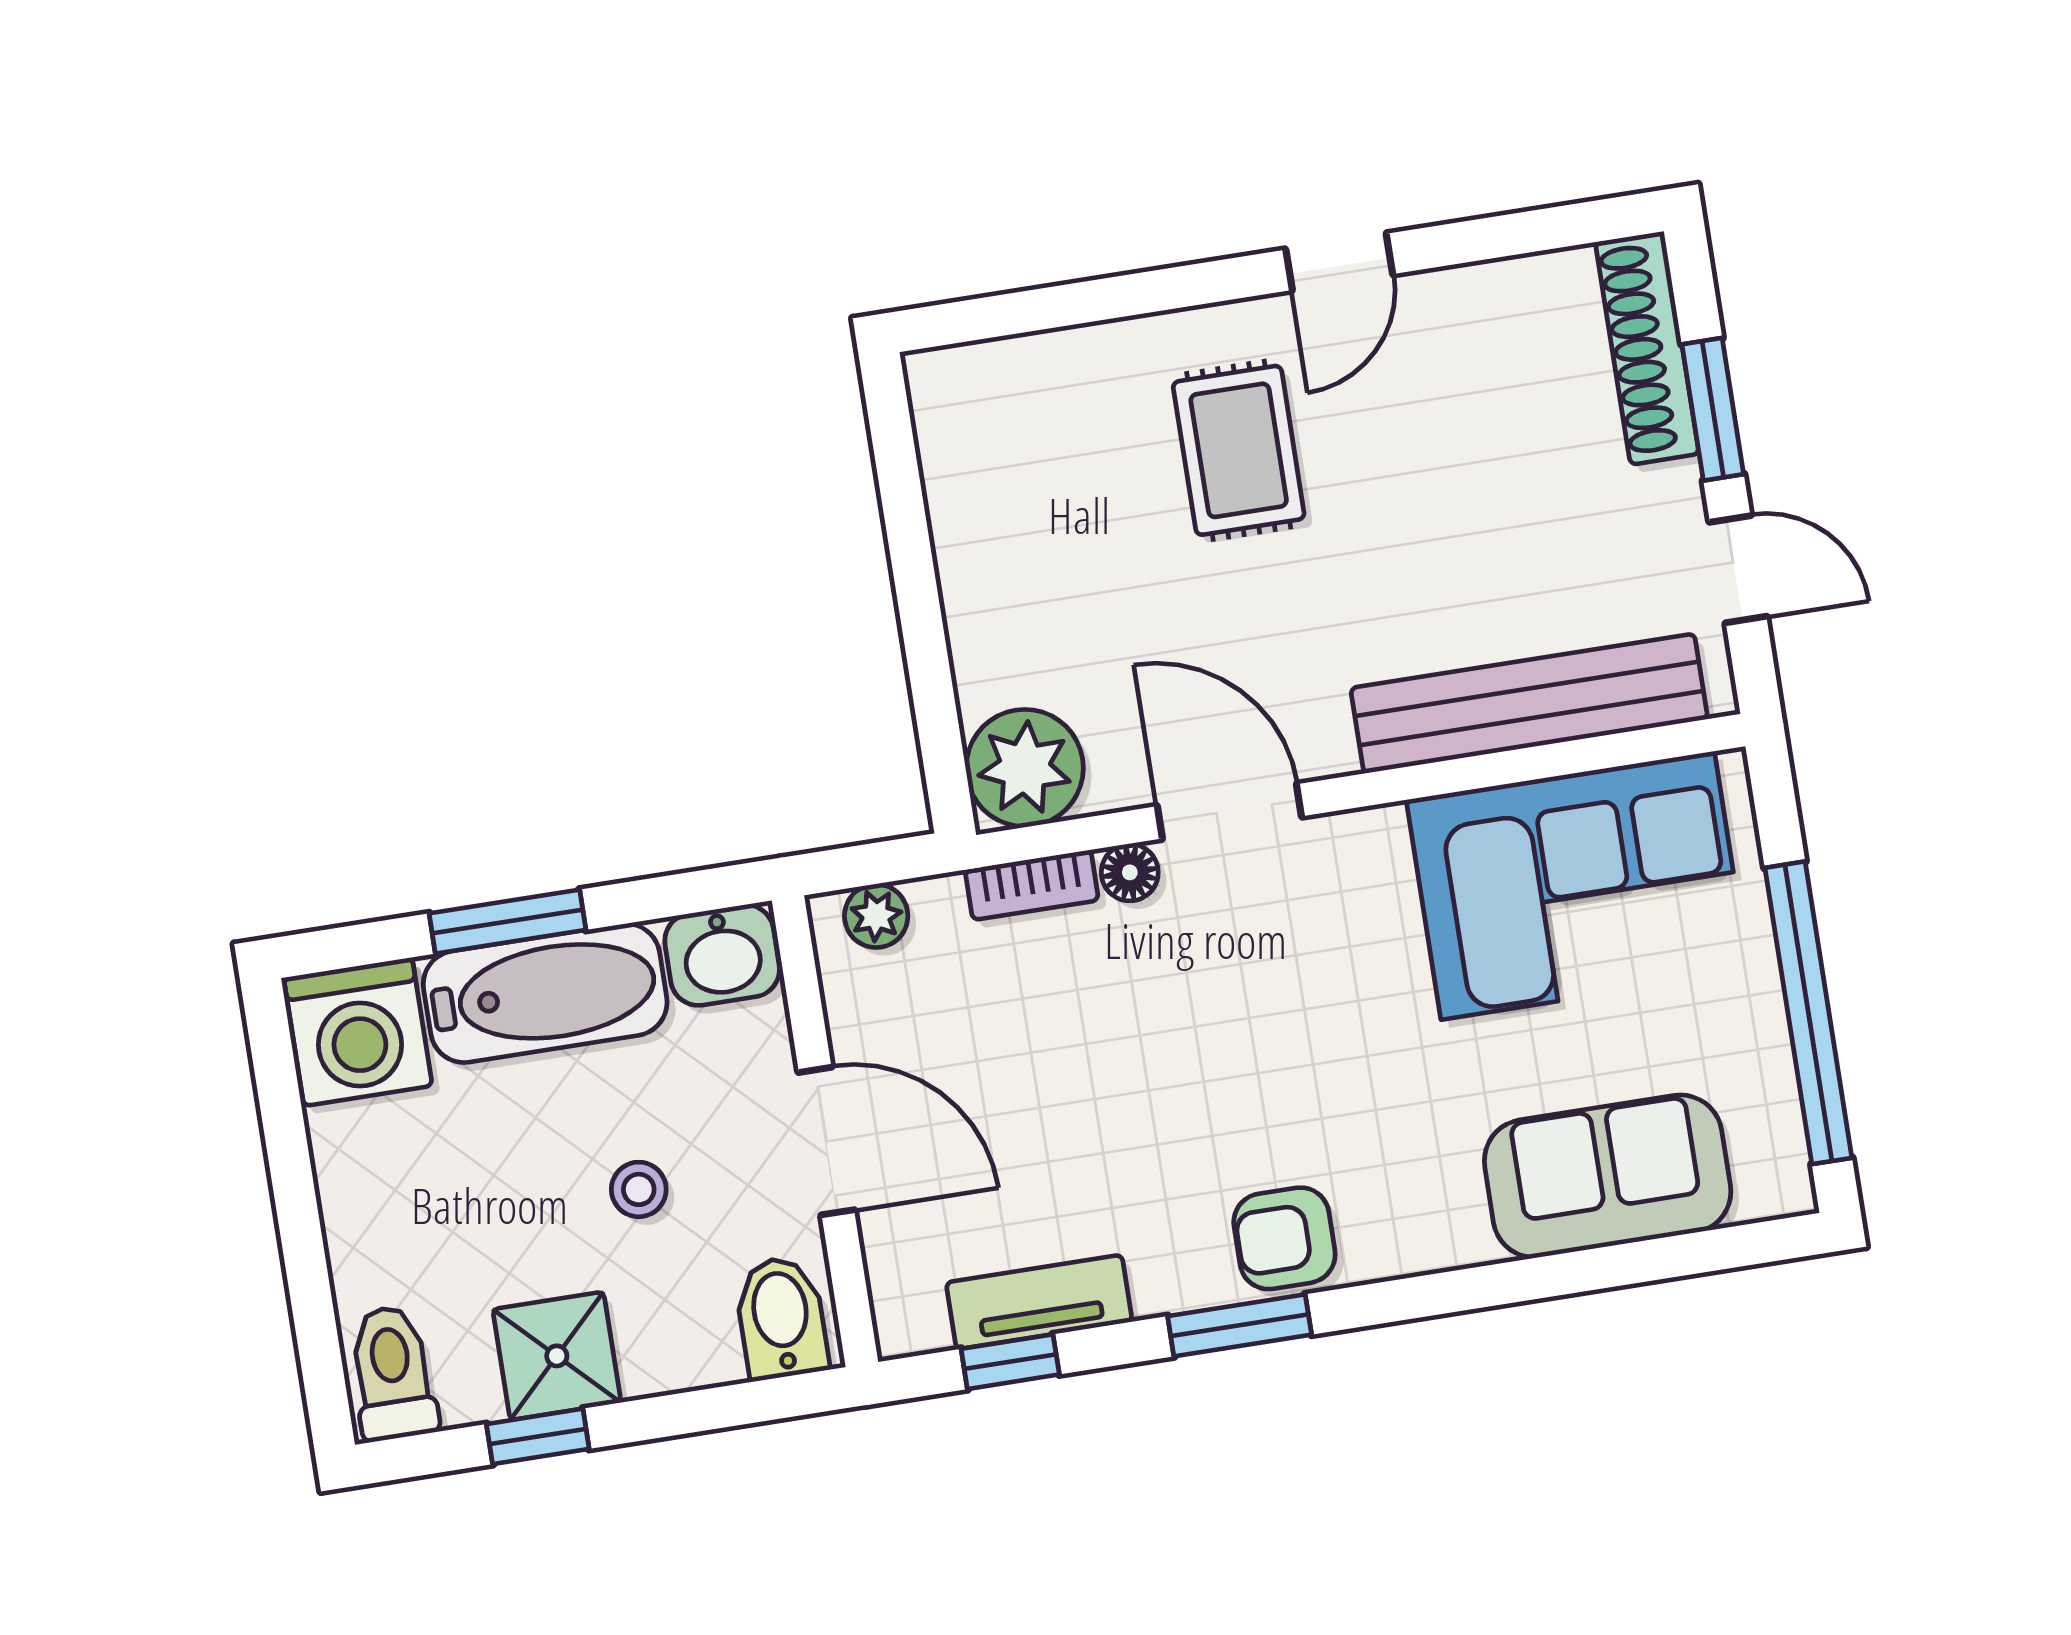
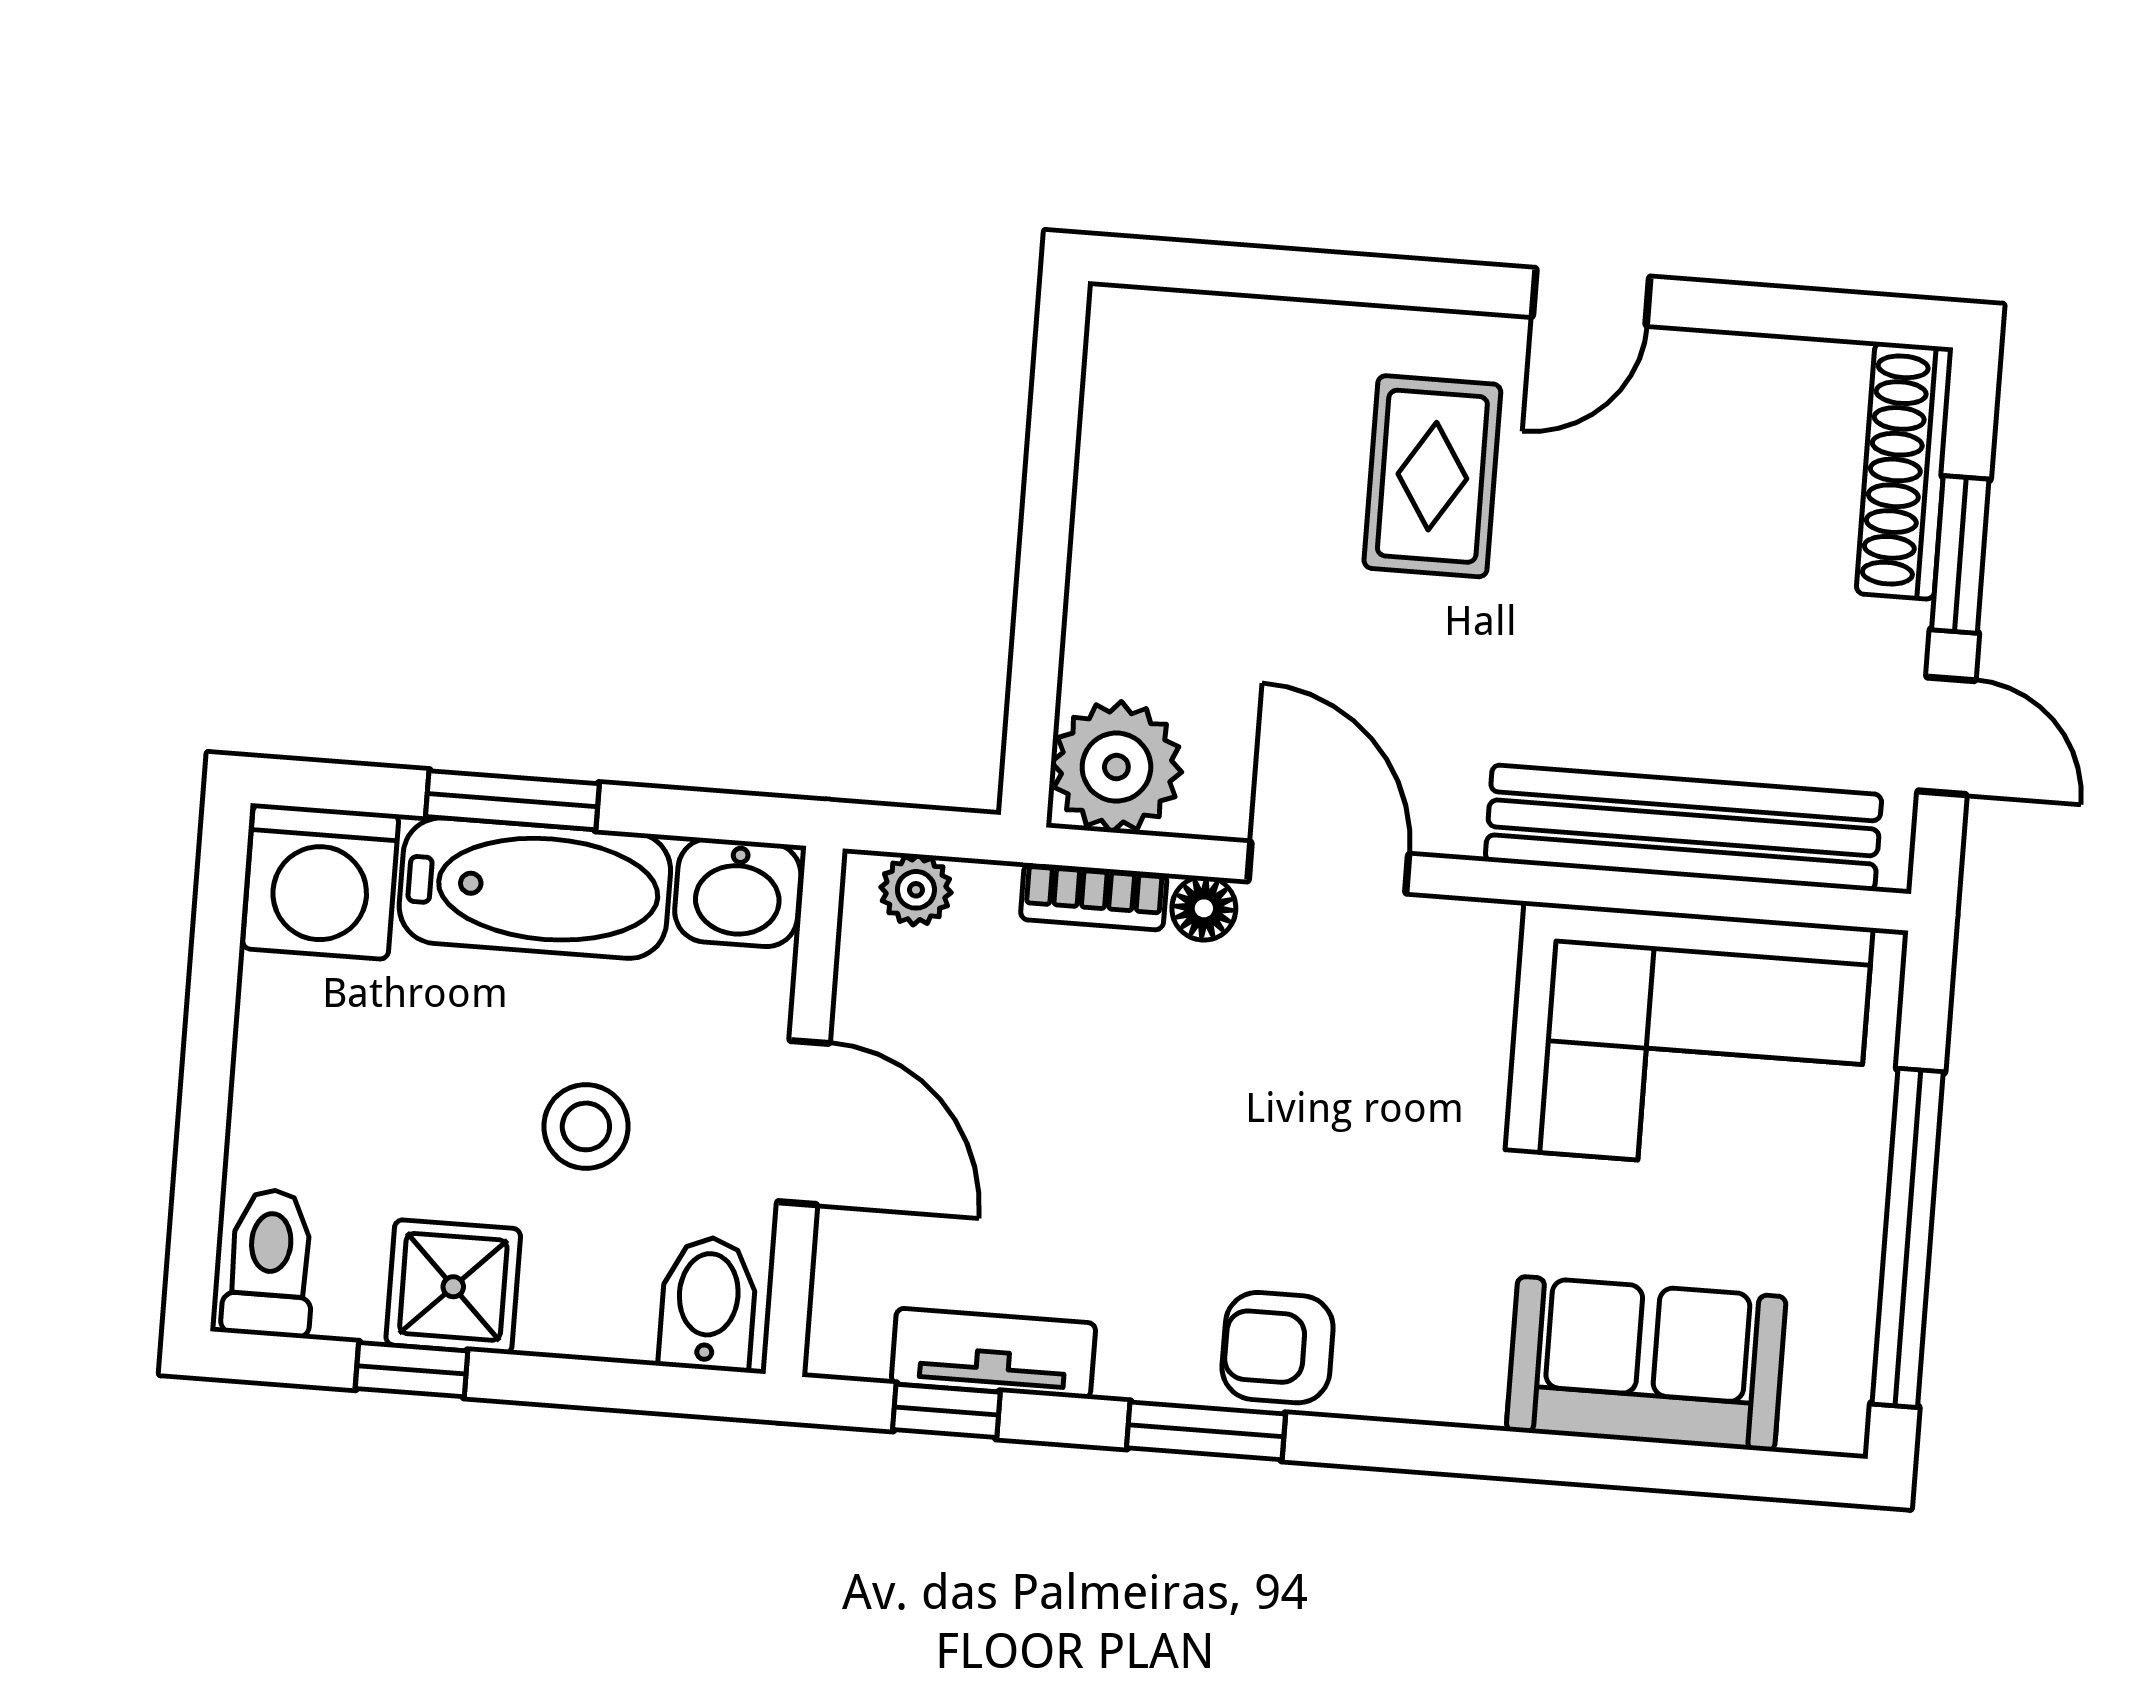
stool: (639, 1189) -> (586, 1126), width x1.37, depth x1.37

